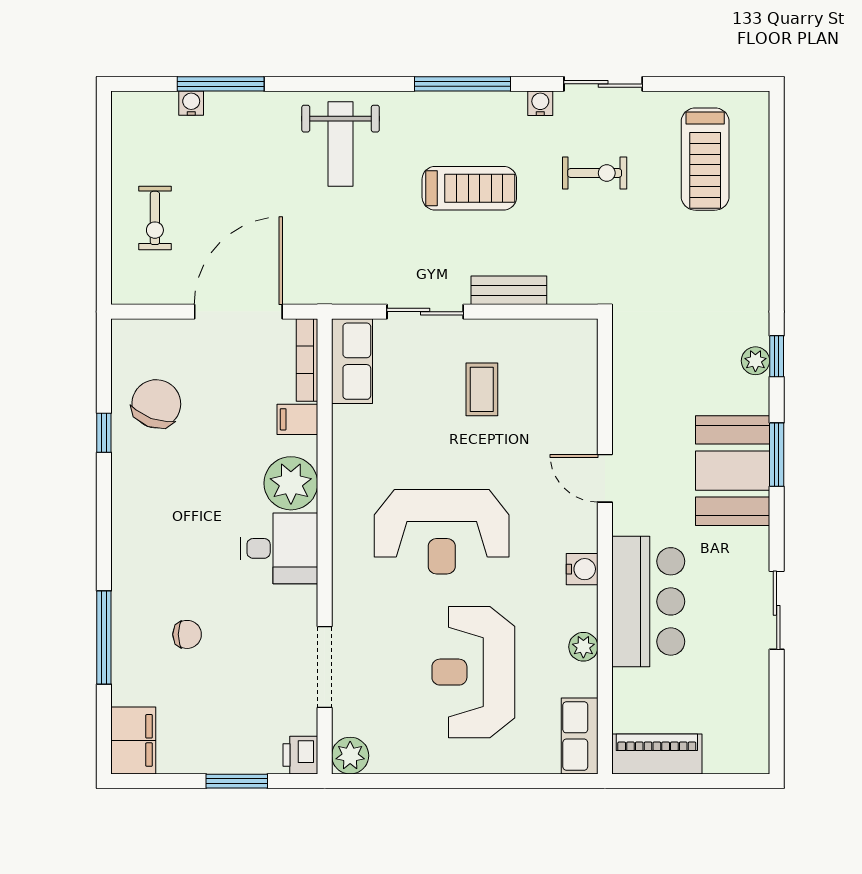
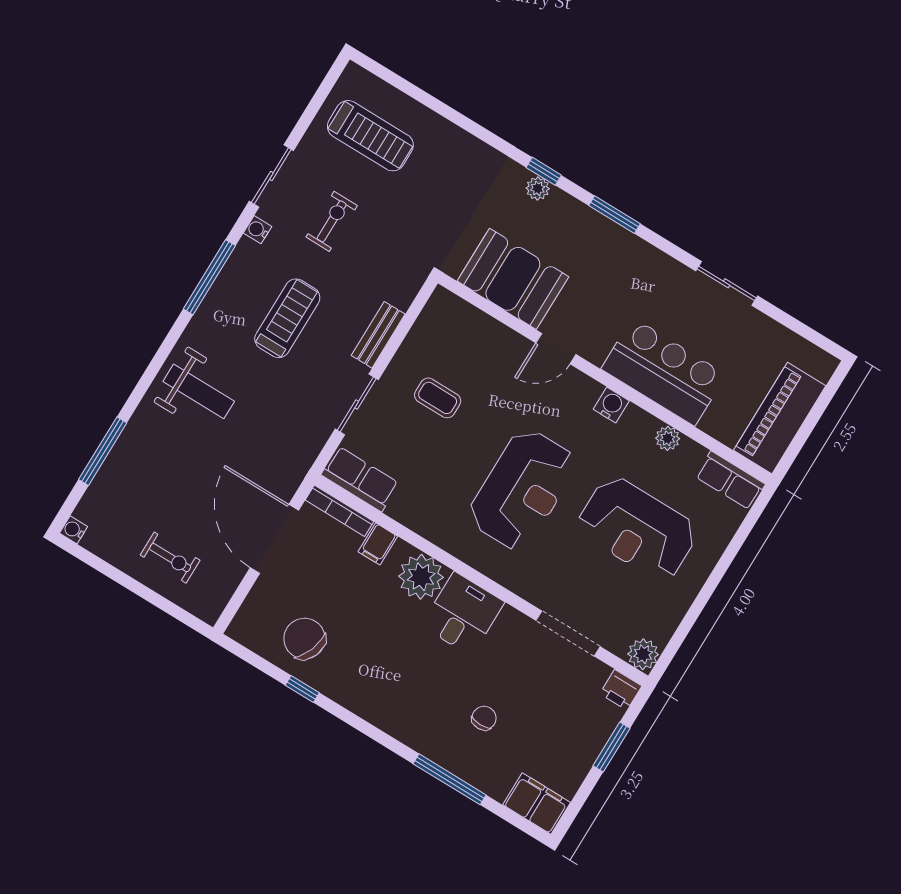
water cooler: (191, 103) -> (74, 530), moved
booth: (733, 471) -> (513, 279), moved
piano: (657, 754) -> (780, 418), width x1.37, depth x1.33

